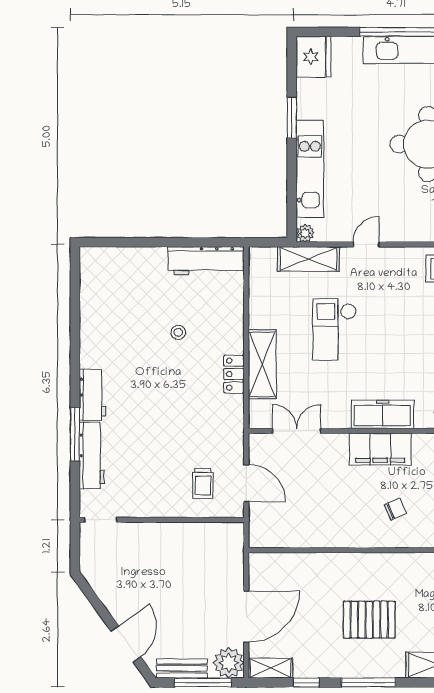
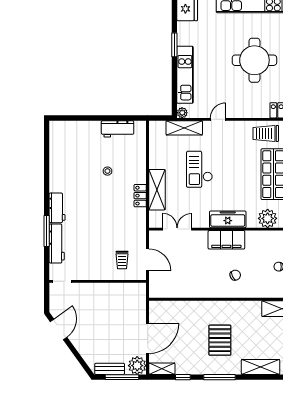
workbench: (206, 261) -> (118, 129), width x0.73
pallet: (369, 620) -> (220, 340), turned 90
door: (126, 644) -> (59, 329), moved

